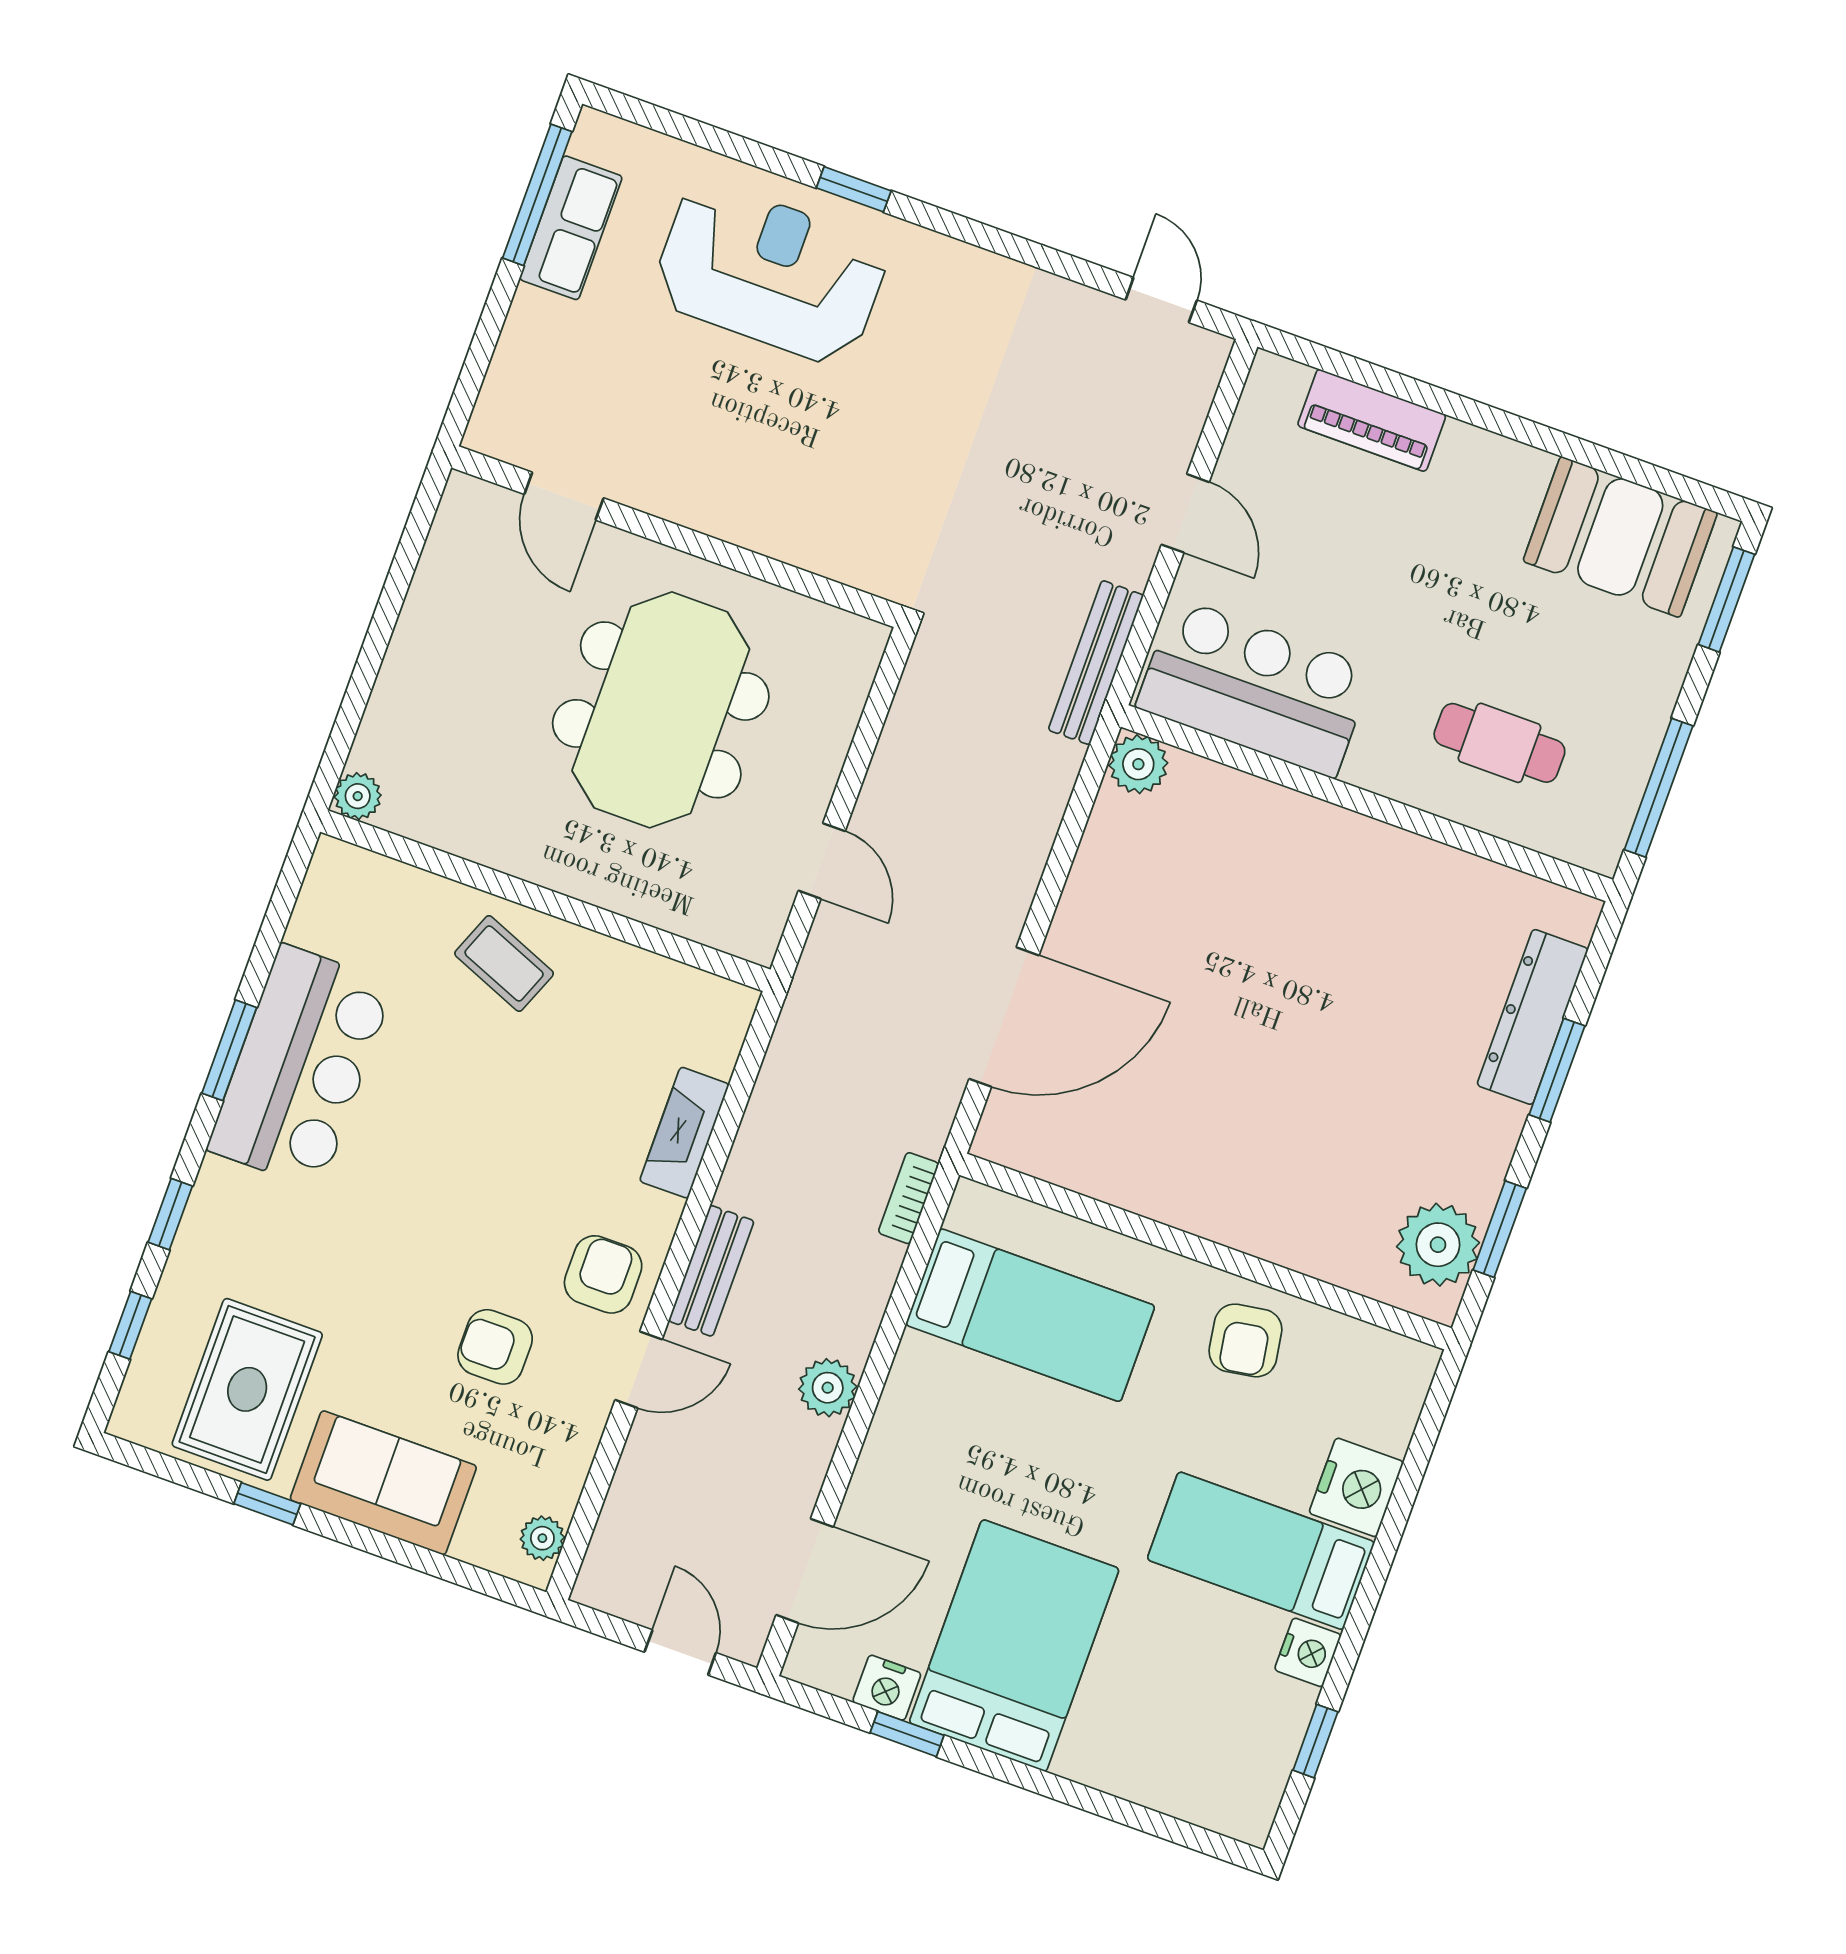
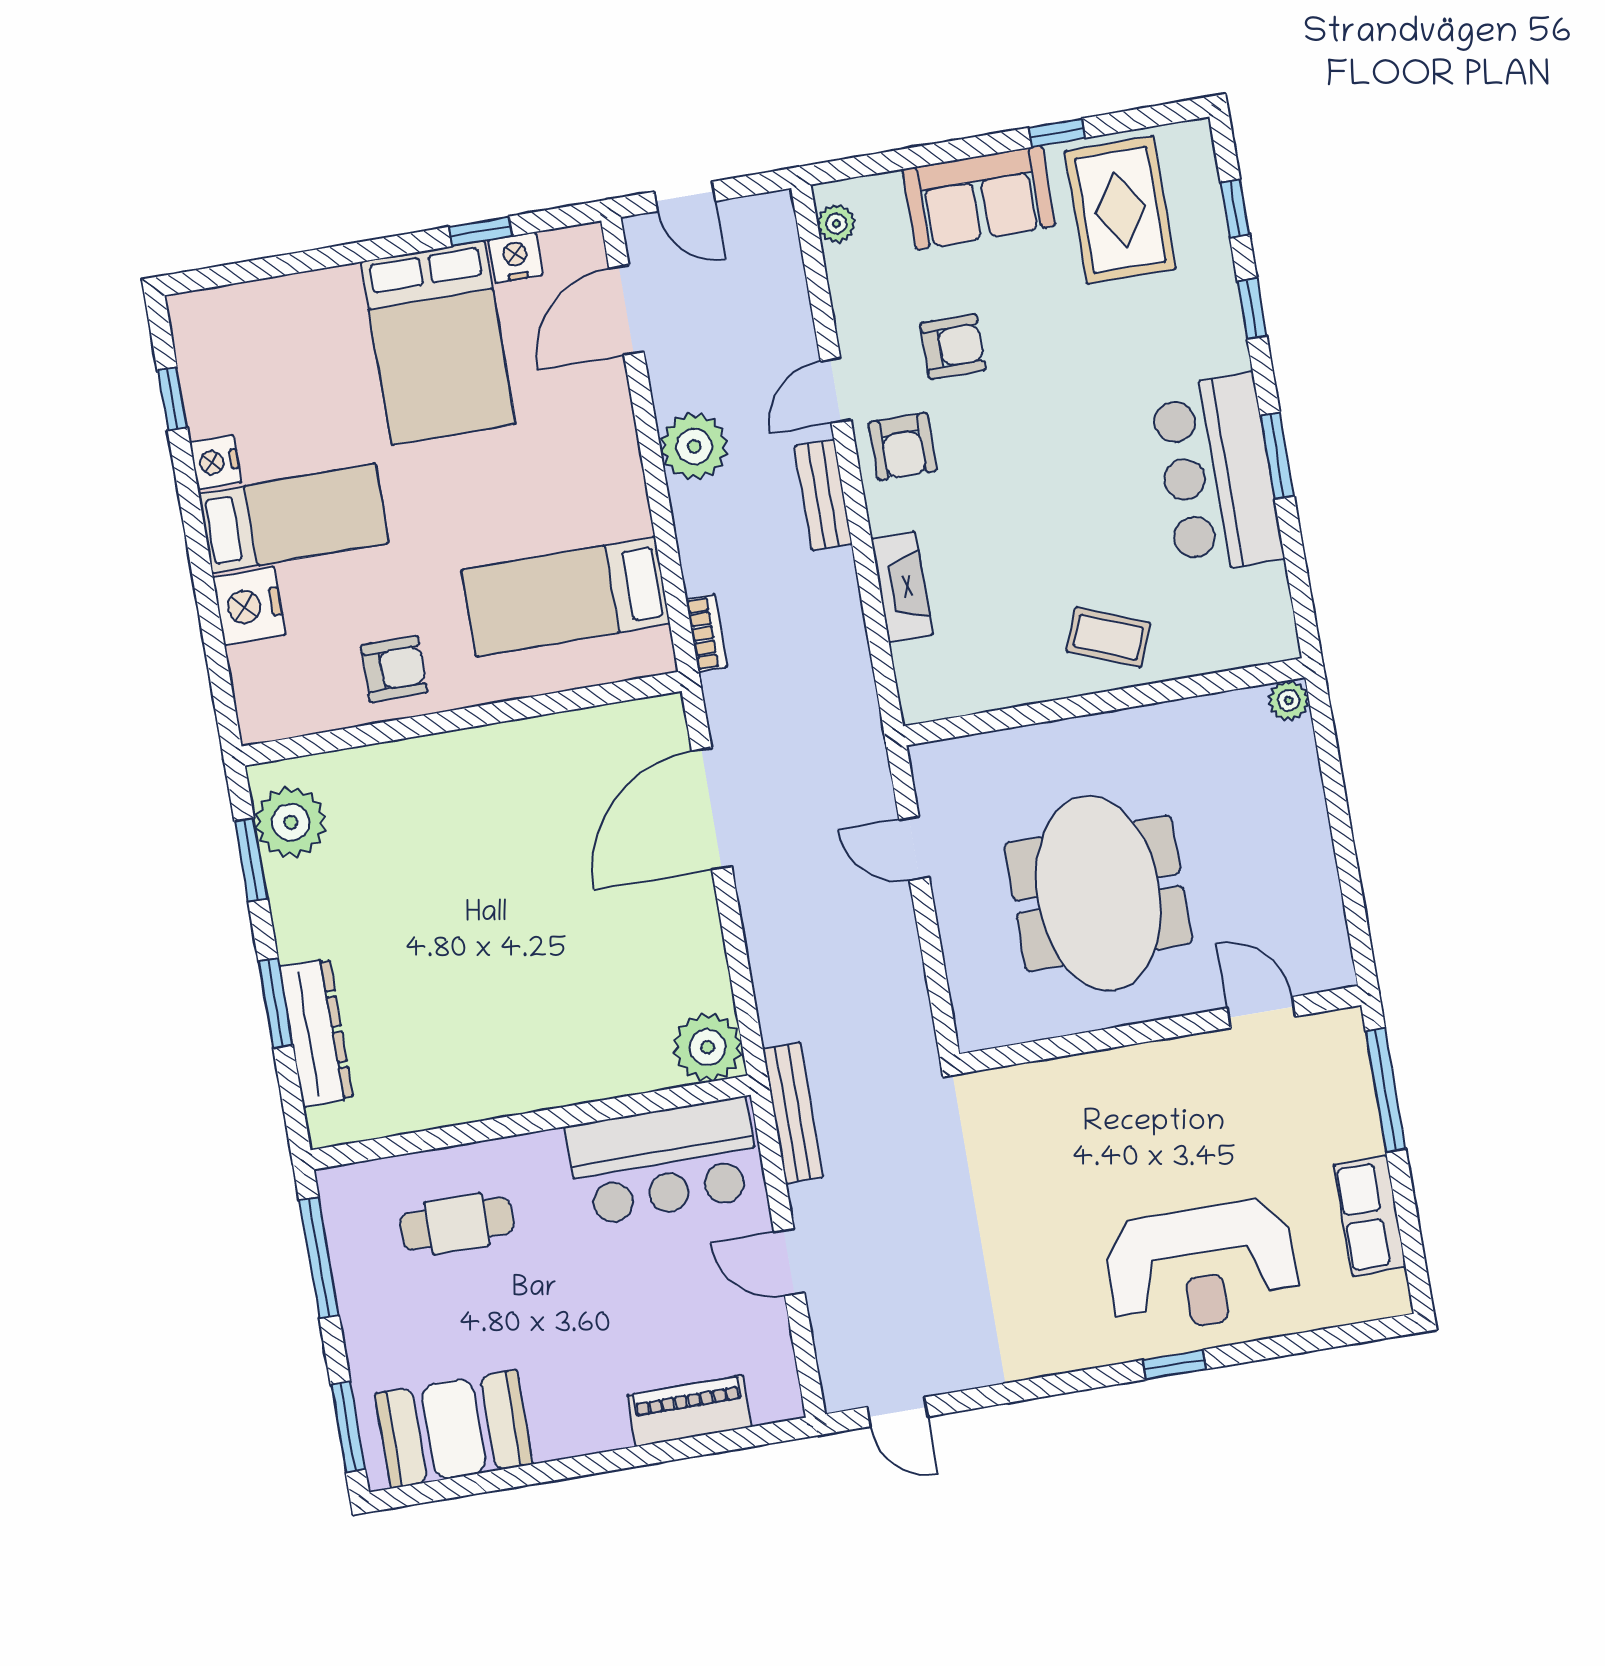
window: (537, 195) -> (1386, 1090), moved
plant: (1138, 764) -> (708, 1047), width x1.36, depth x1.36
armchair: (1245, 1340) -> (394, 669), turned 99
plant: (828, 1388) -> (694, 446), width x1.36, depth x1.36

